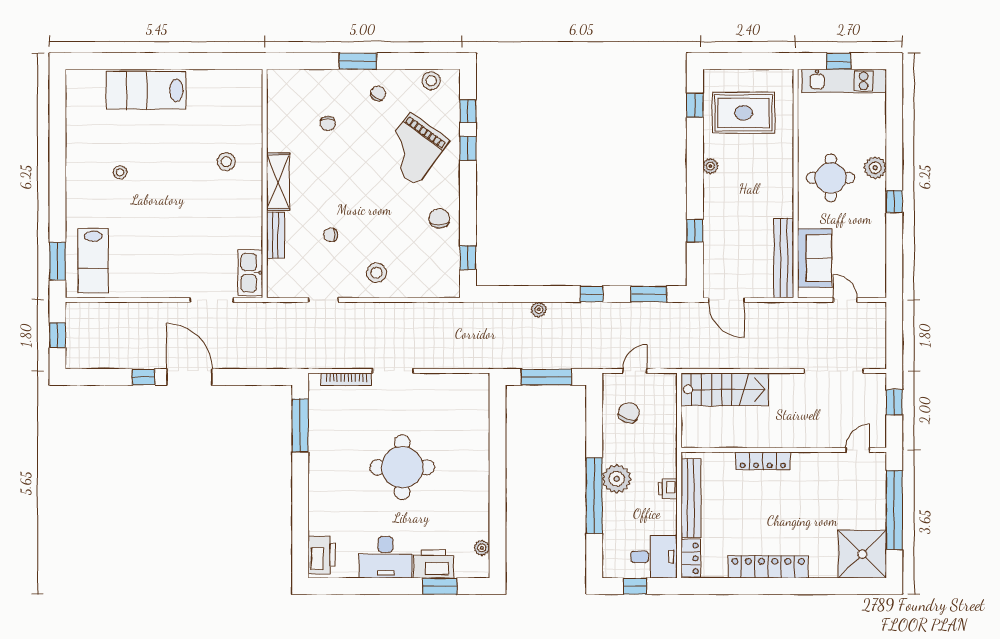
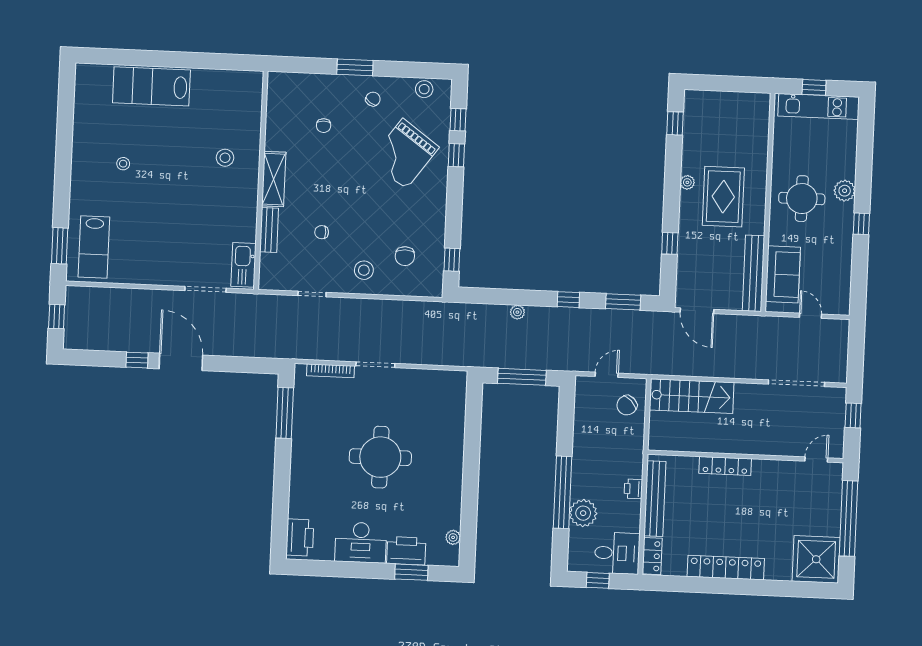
rug: (744, 113) -> (723, 197), moved, turned 90
chair: (439, 218) -> (405, 256), moved, turned 180
chair: (629, 413) -> (627, 405), moved, turned -152
plant: (617, 479) -> (583, 513), moved

